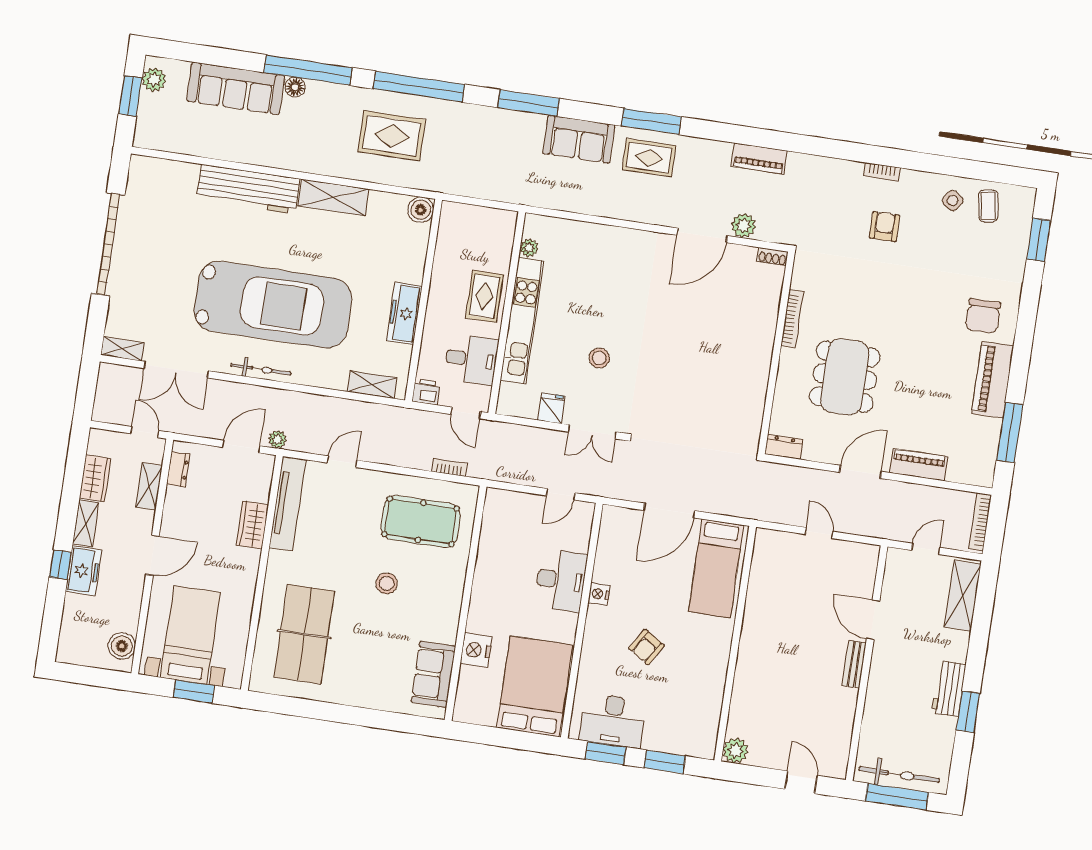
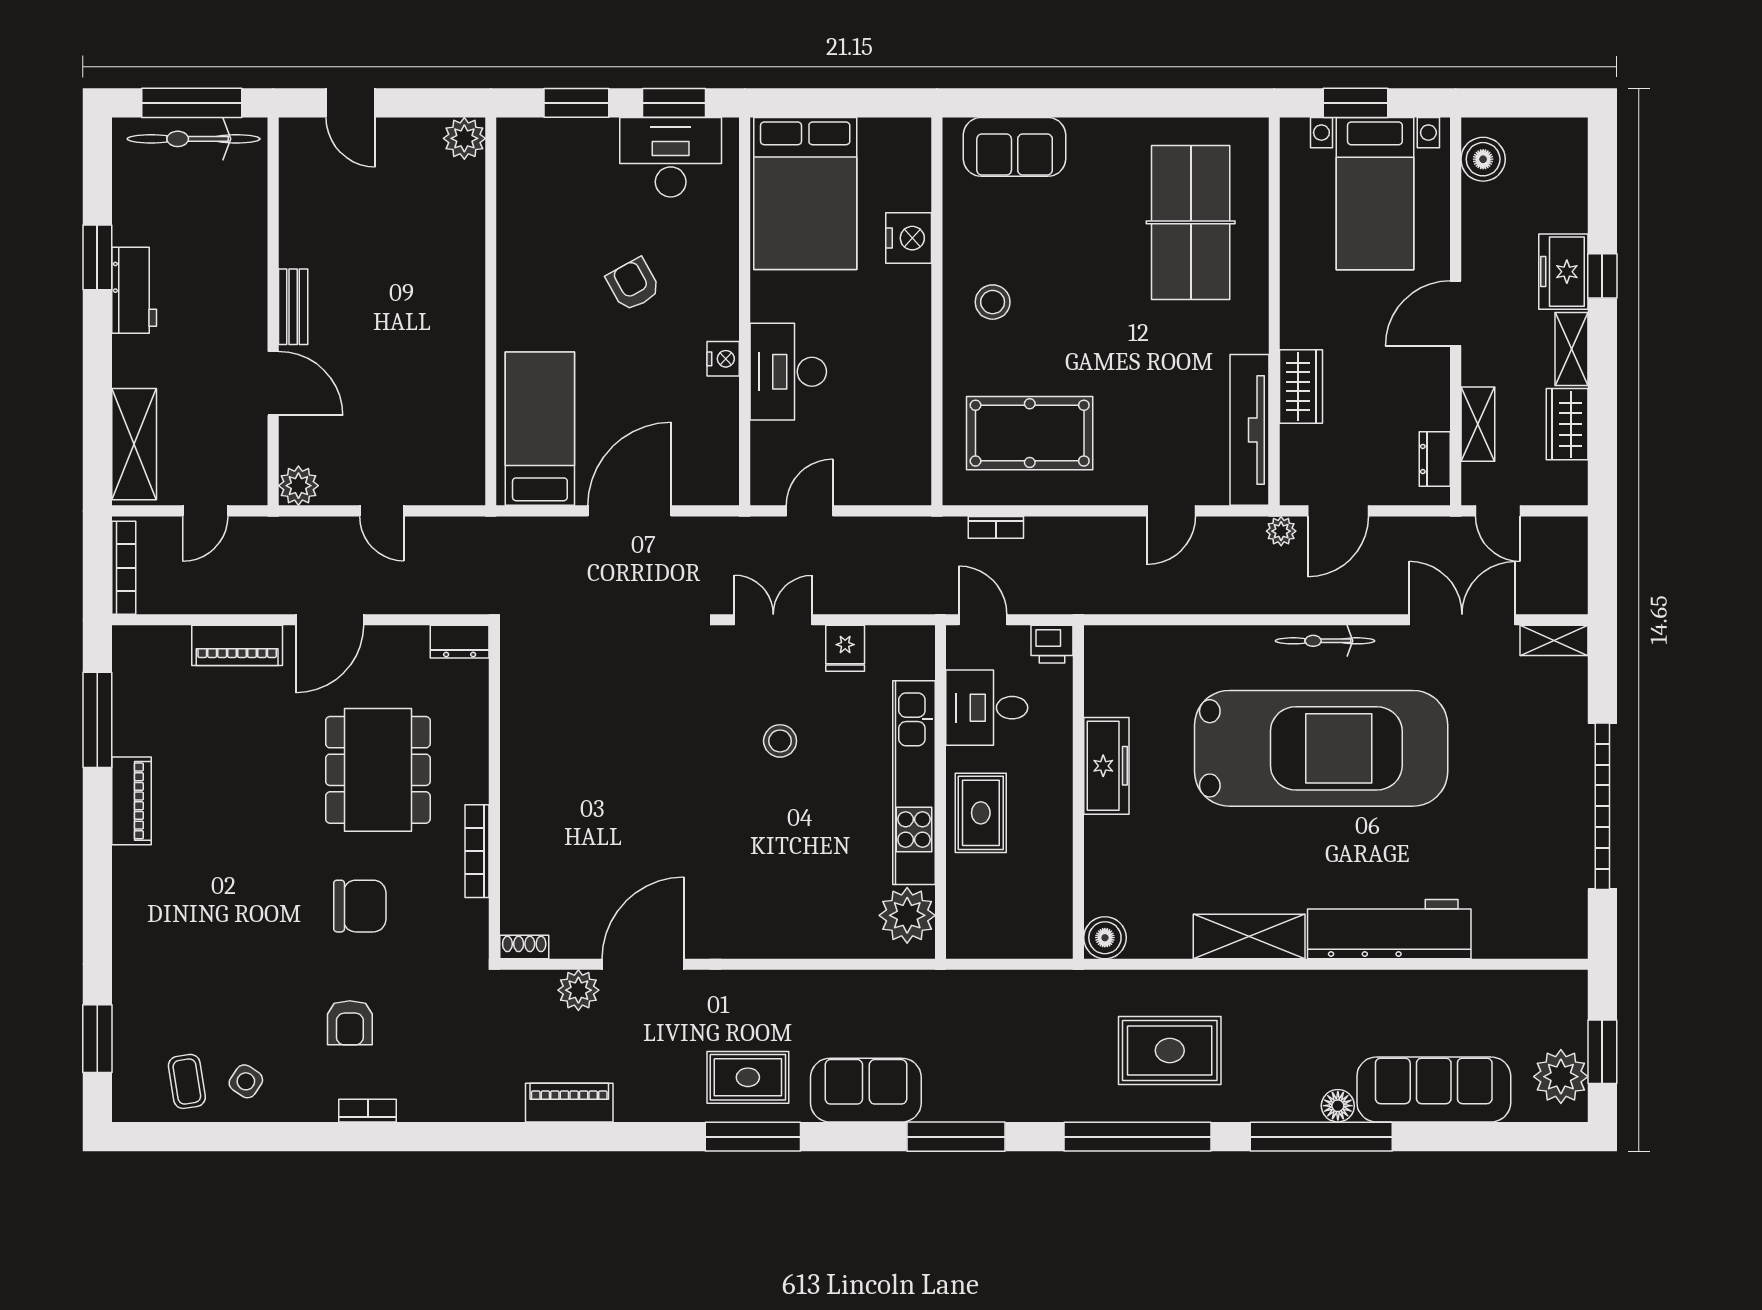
plant: (154, 80) -> (1561, 1077), width x1.36, depth x1.36
plant: (529, 248) -> (907, 915), width x1.87, depth x1.87
car: (273, 305) -> (1321, 748), turned 180
chair: (983, 316) -> (360, 906), moved, turned 90
piano: (993, 380) -> (131, 801), width x0.73, depth x0.75
shelving: (372, 385) -> (1141, 643), removed
plant: (867, 556) -> (298, 486), added
stool: (387, 583) -> (993, 302), moved
armchair: (647, 647) -> (633, 284), turned -61
sofa: (433, 674) -> (1015, 147), moved, turned 90

